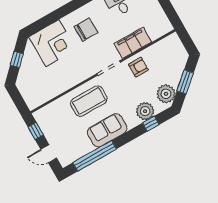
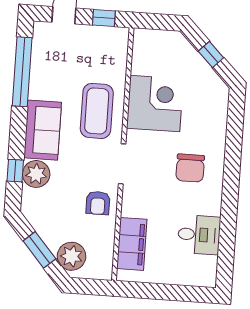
corner desk: (52, 43) -> (155, 104), moved, turned 180
filing cabinet: (133, 43) -> (132, 244), moved
plant: (166, 94) -> (71, 256), moved
sofa: (107, 130) -> (43, 130), moved

